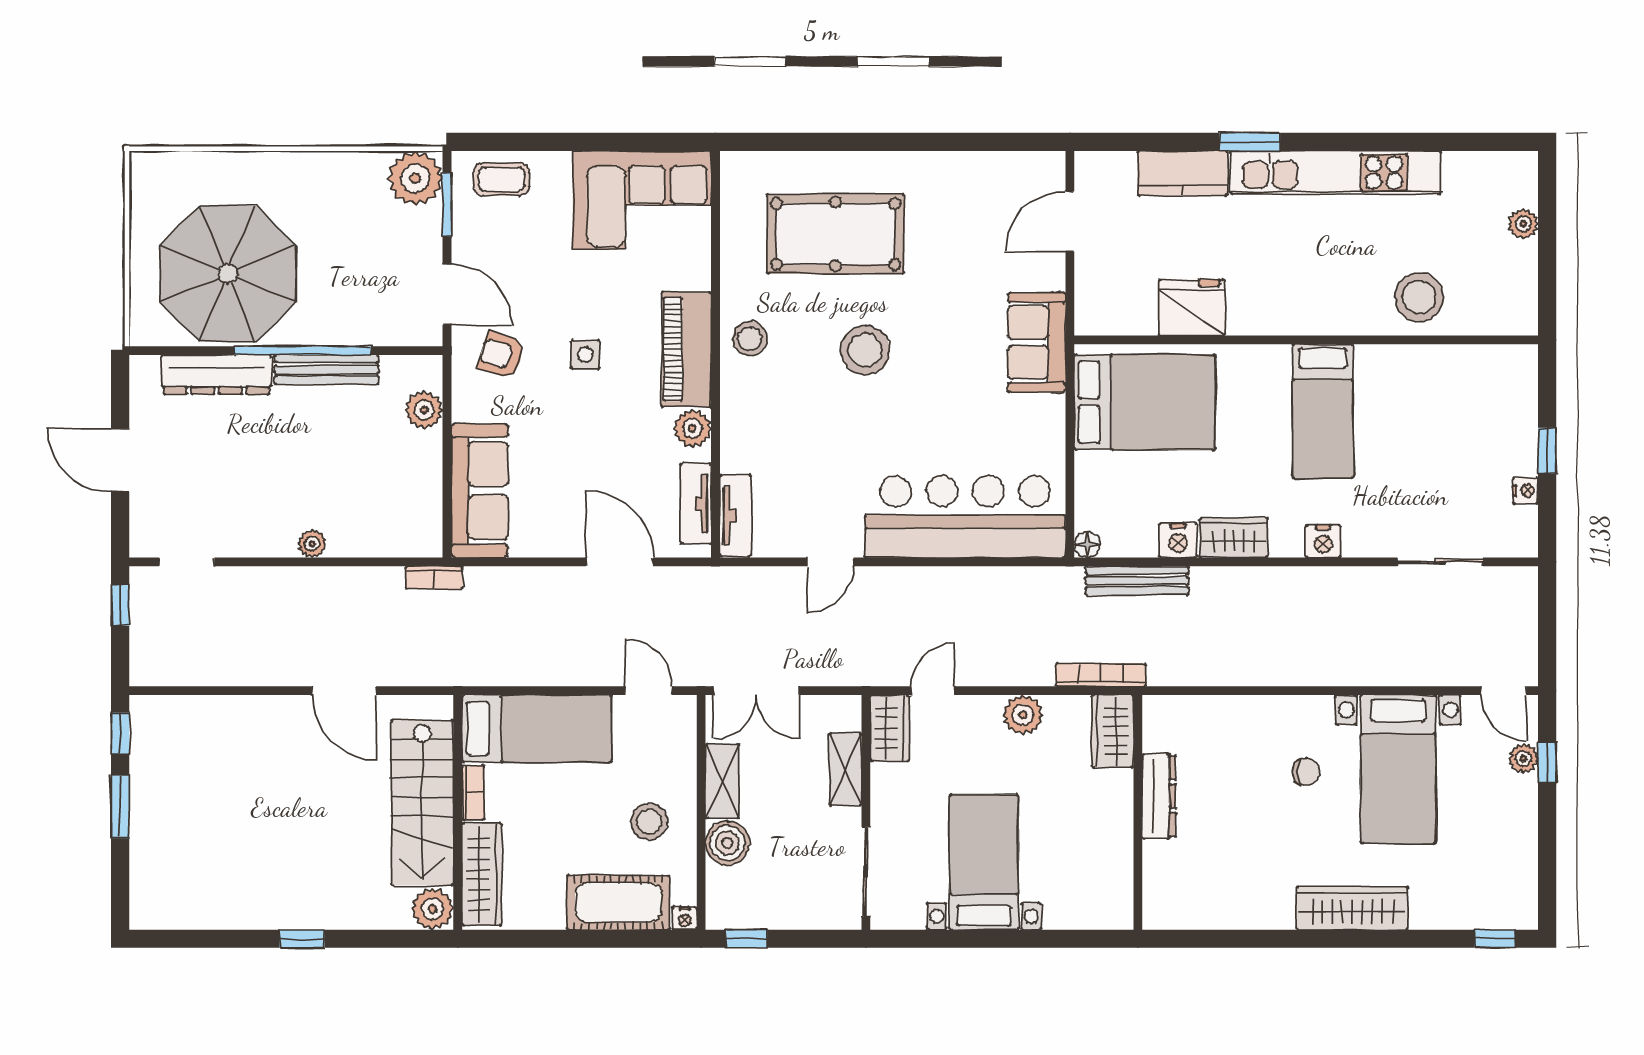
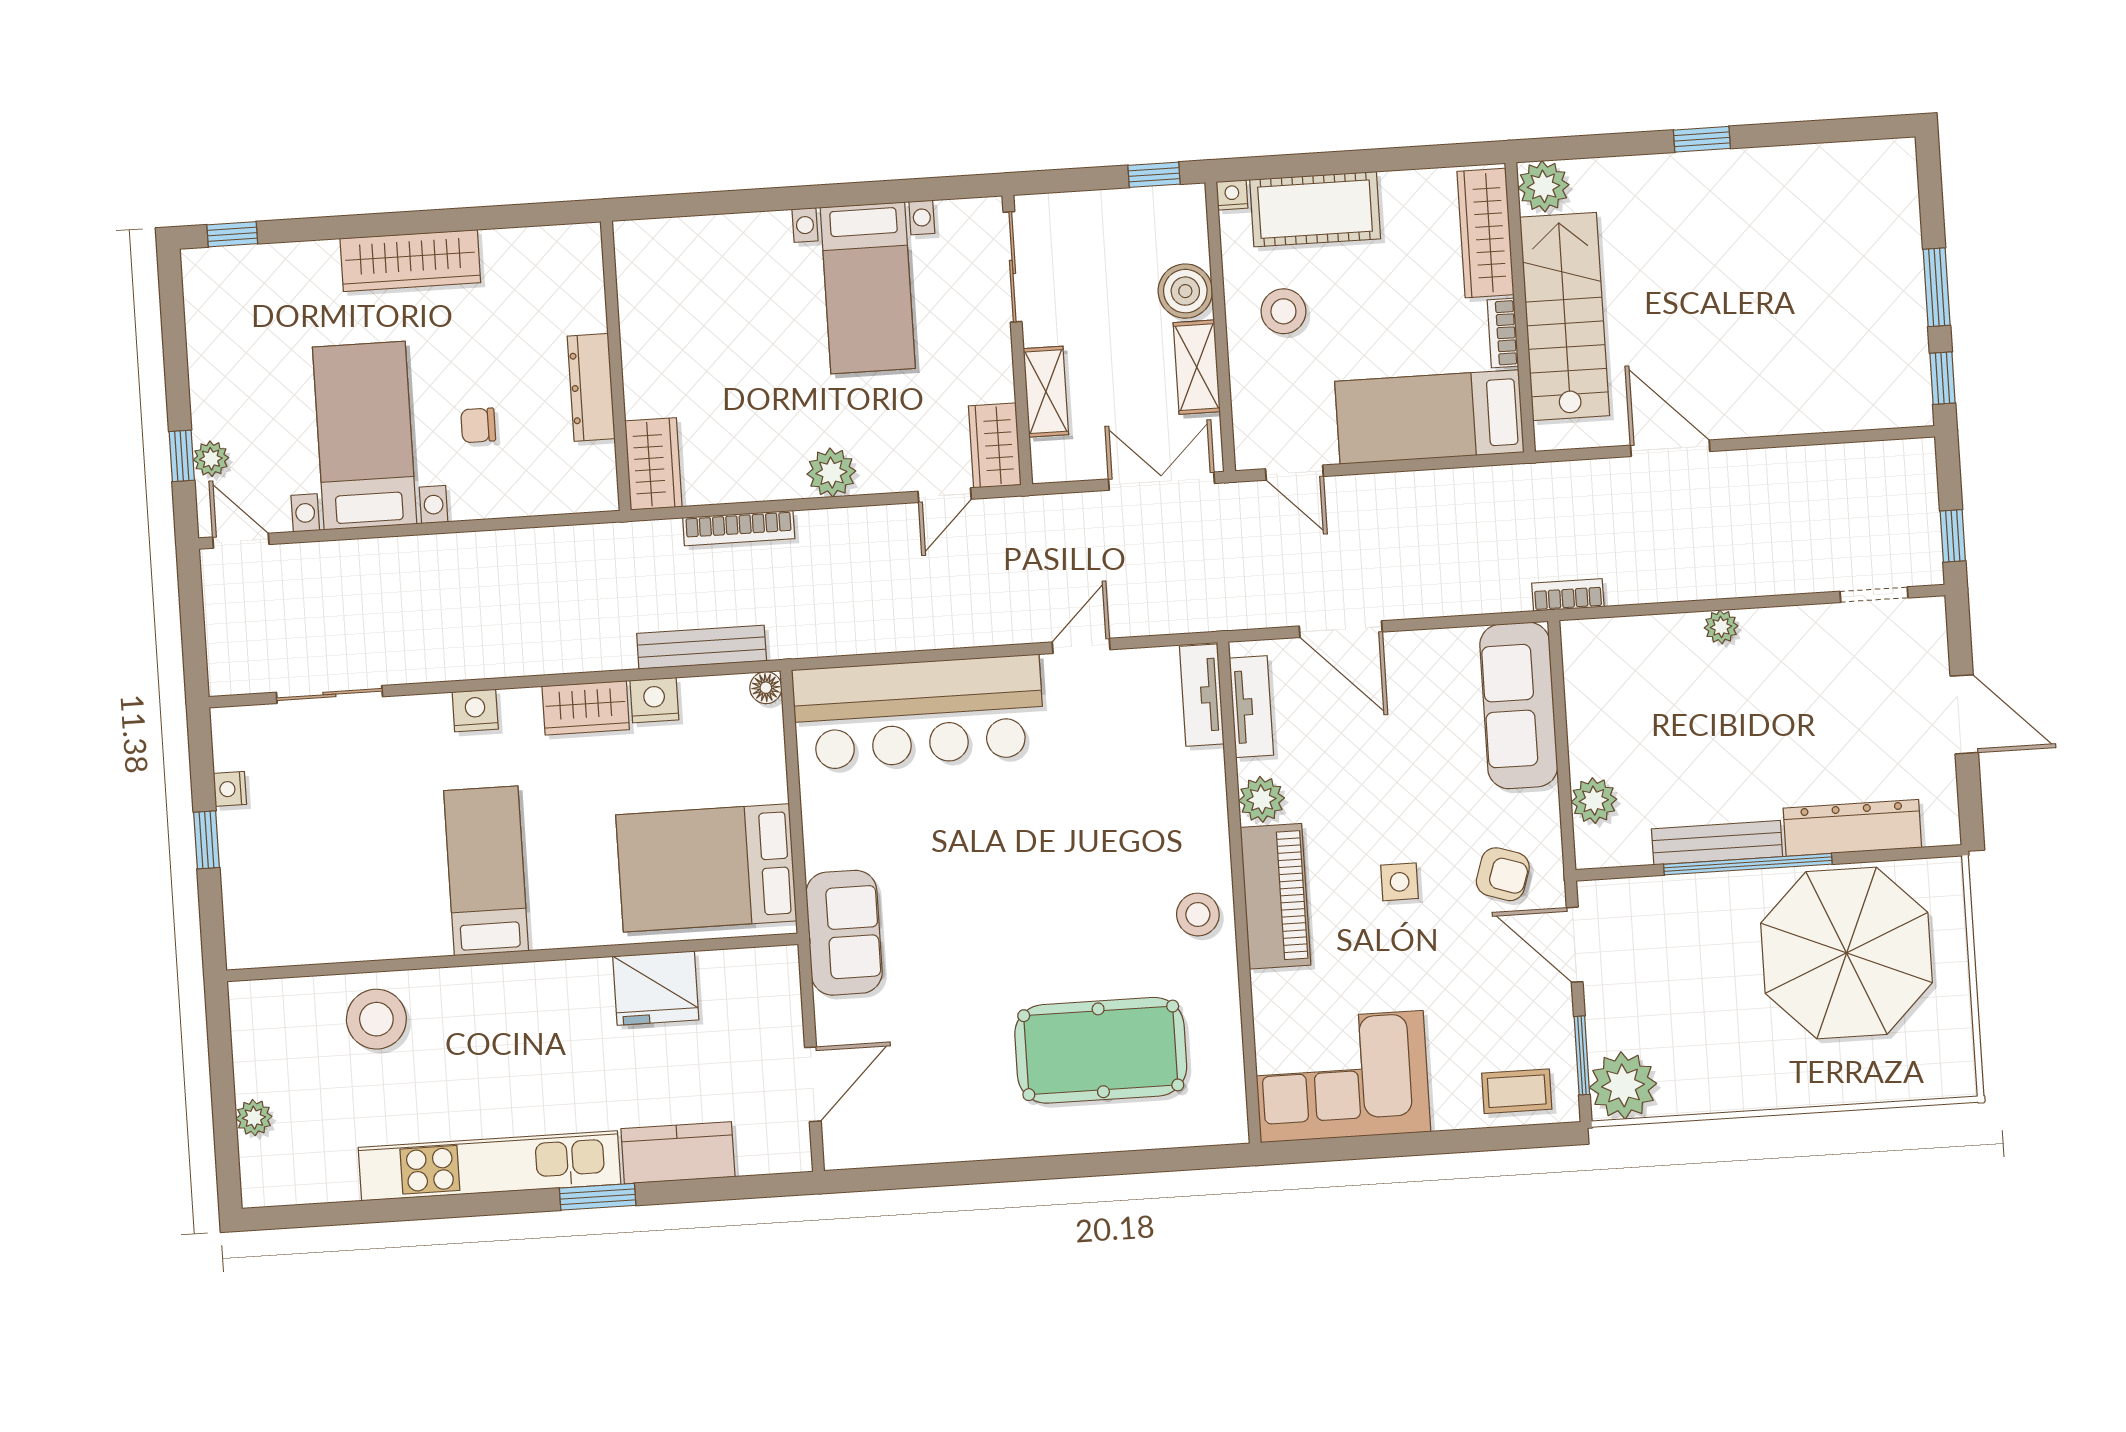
stool: (865, 350) -> (1055, 910), removed
wardrobe: (1113, 731) -> (653, 464), moved
dresser: (1159, 796) -> (591, 387), moved
wall: (1138, 812) -> (616, 366), moved

